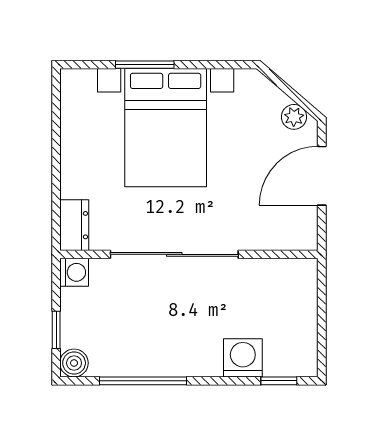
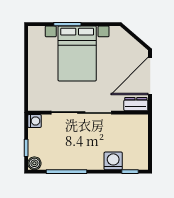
plant: (294, 117) -> (137, 48), removed
door: (322, 176) -> (150, 76), width x1.36
dresser: (74, 225) -> (136, 104), moved, turned -90

